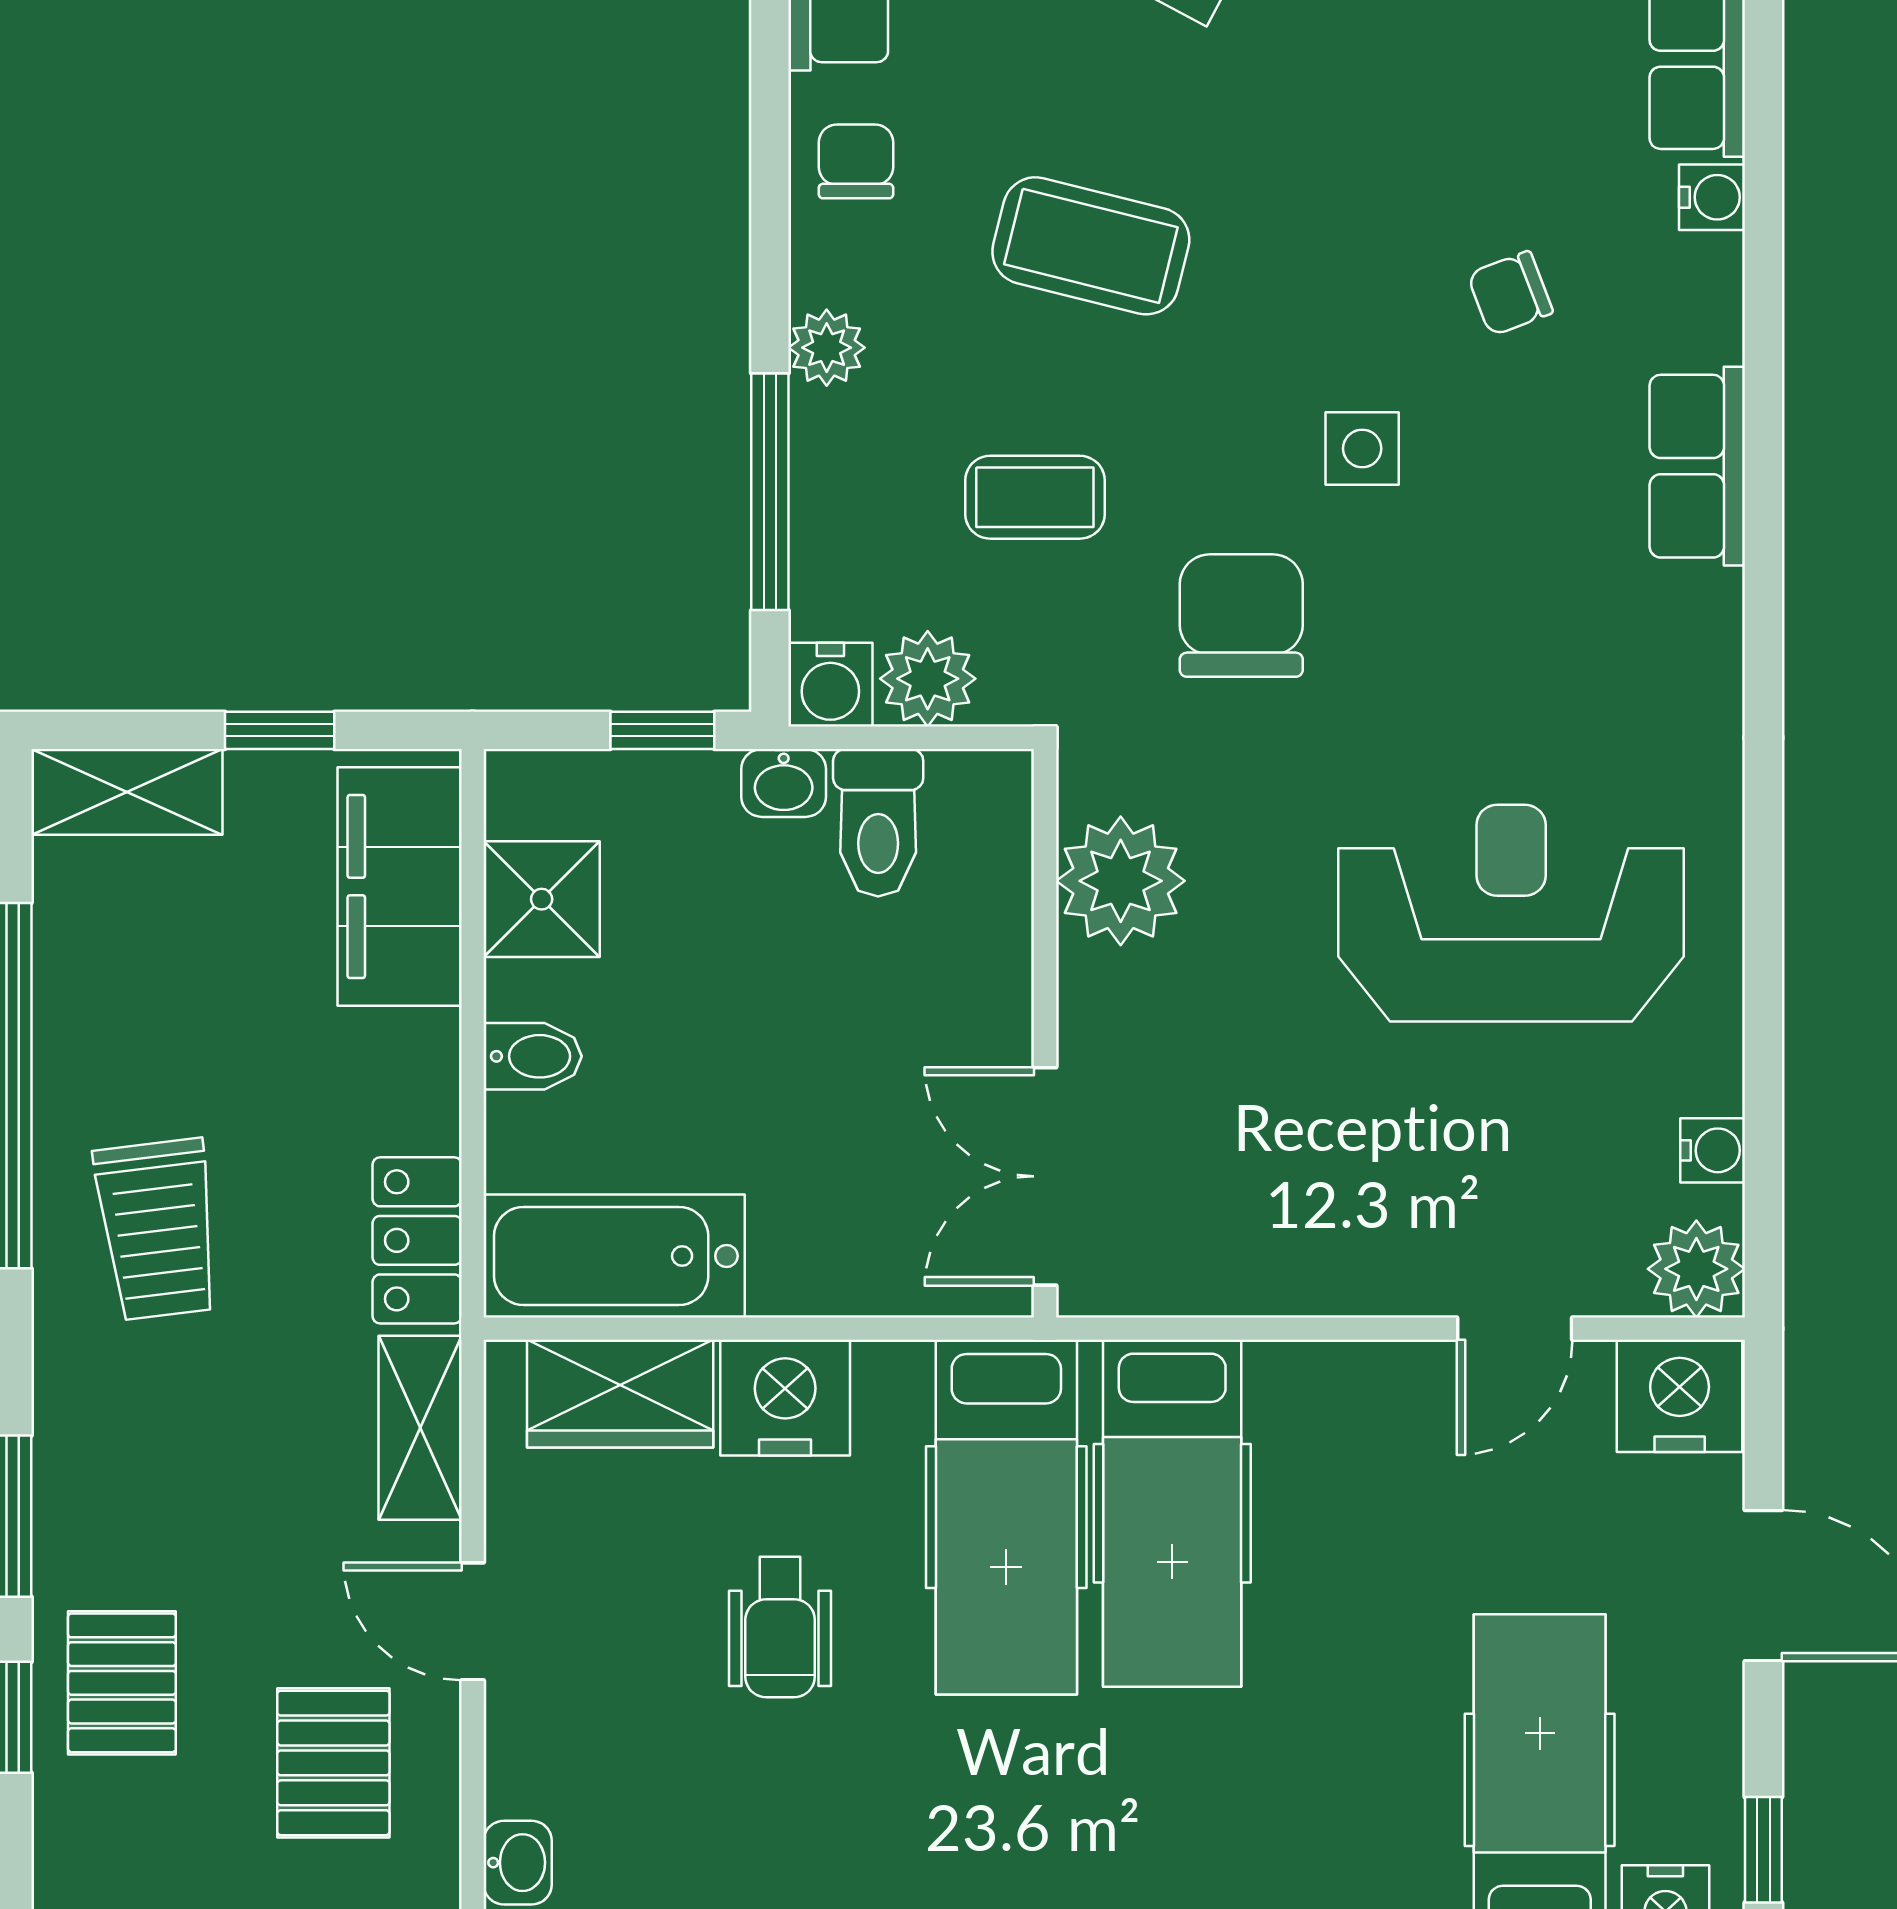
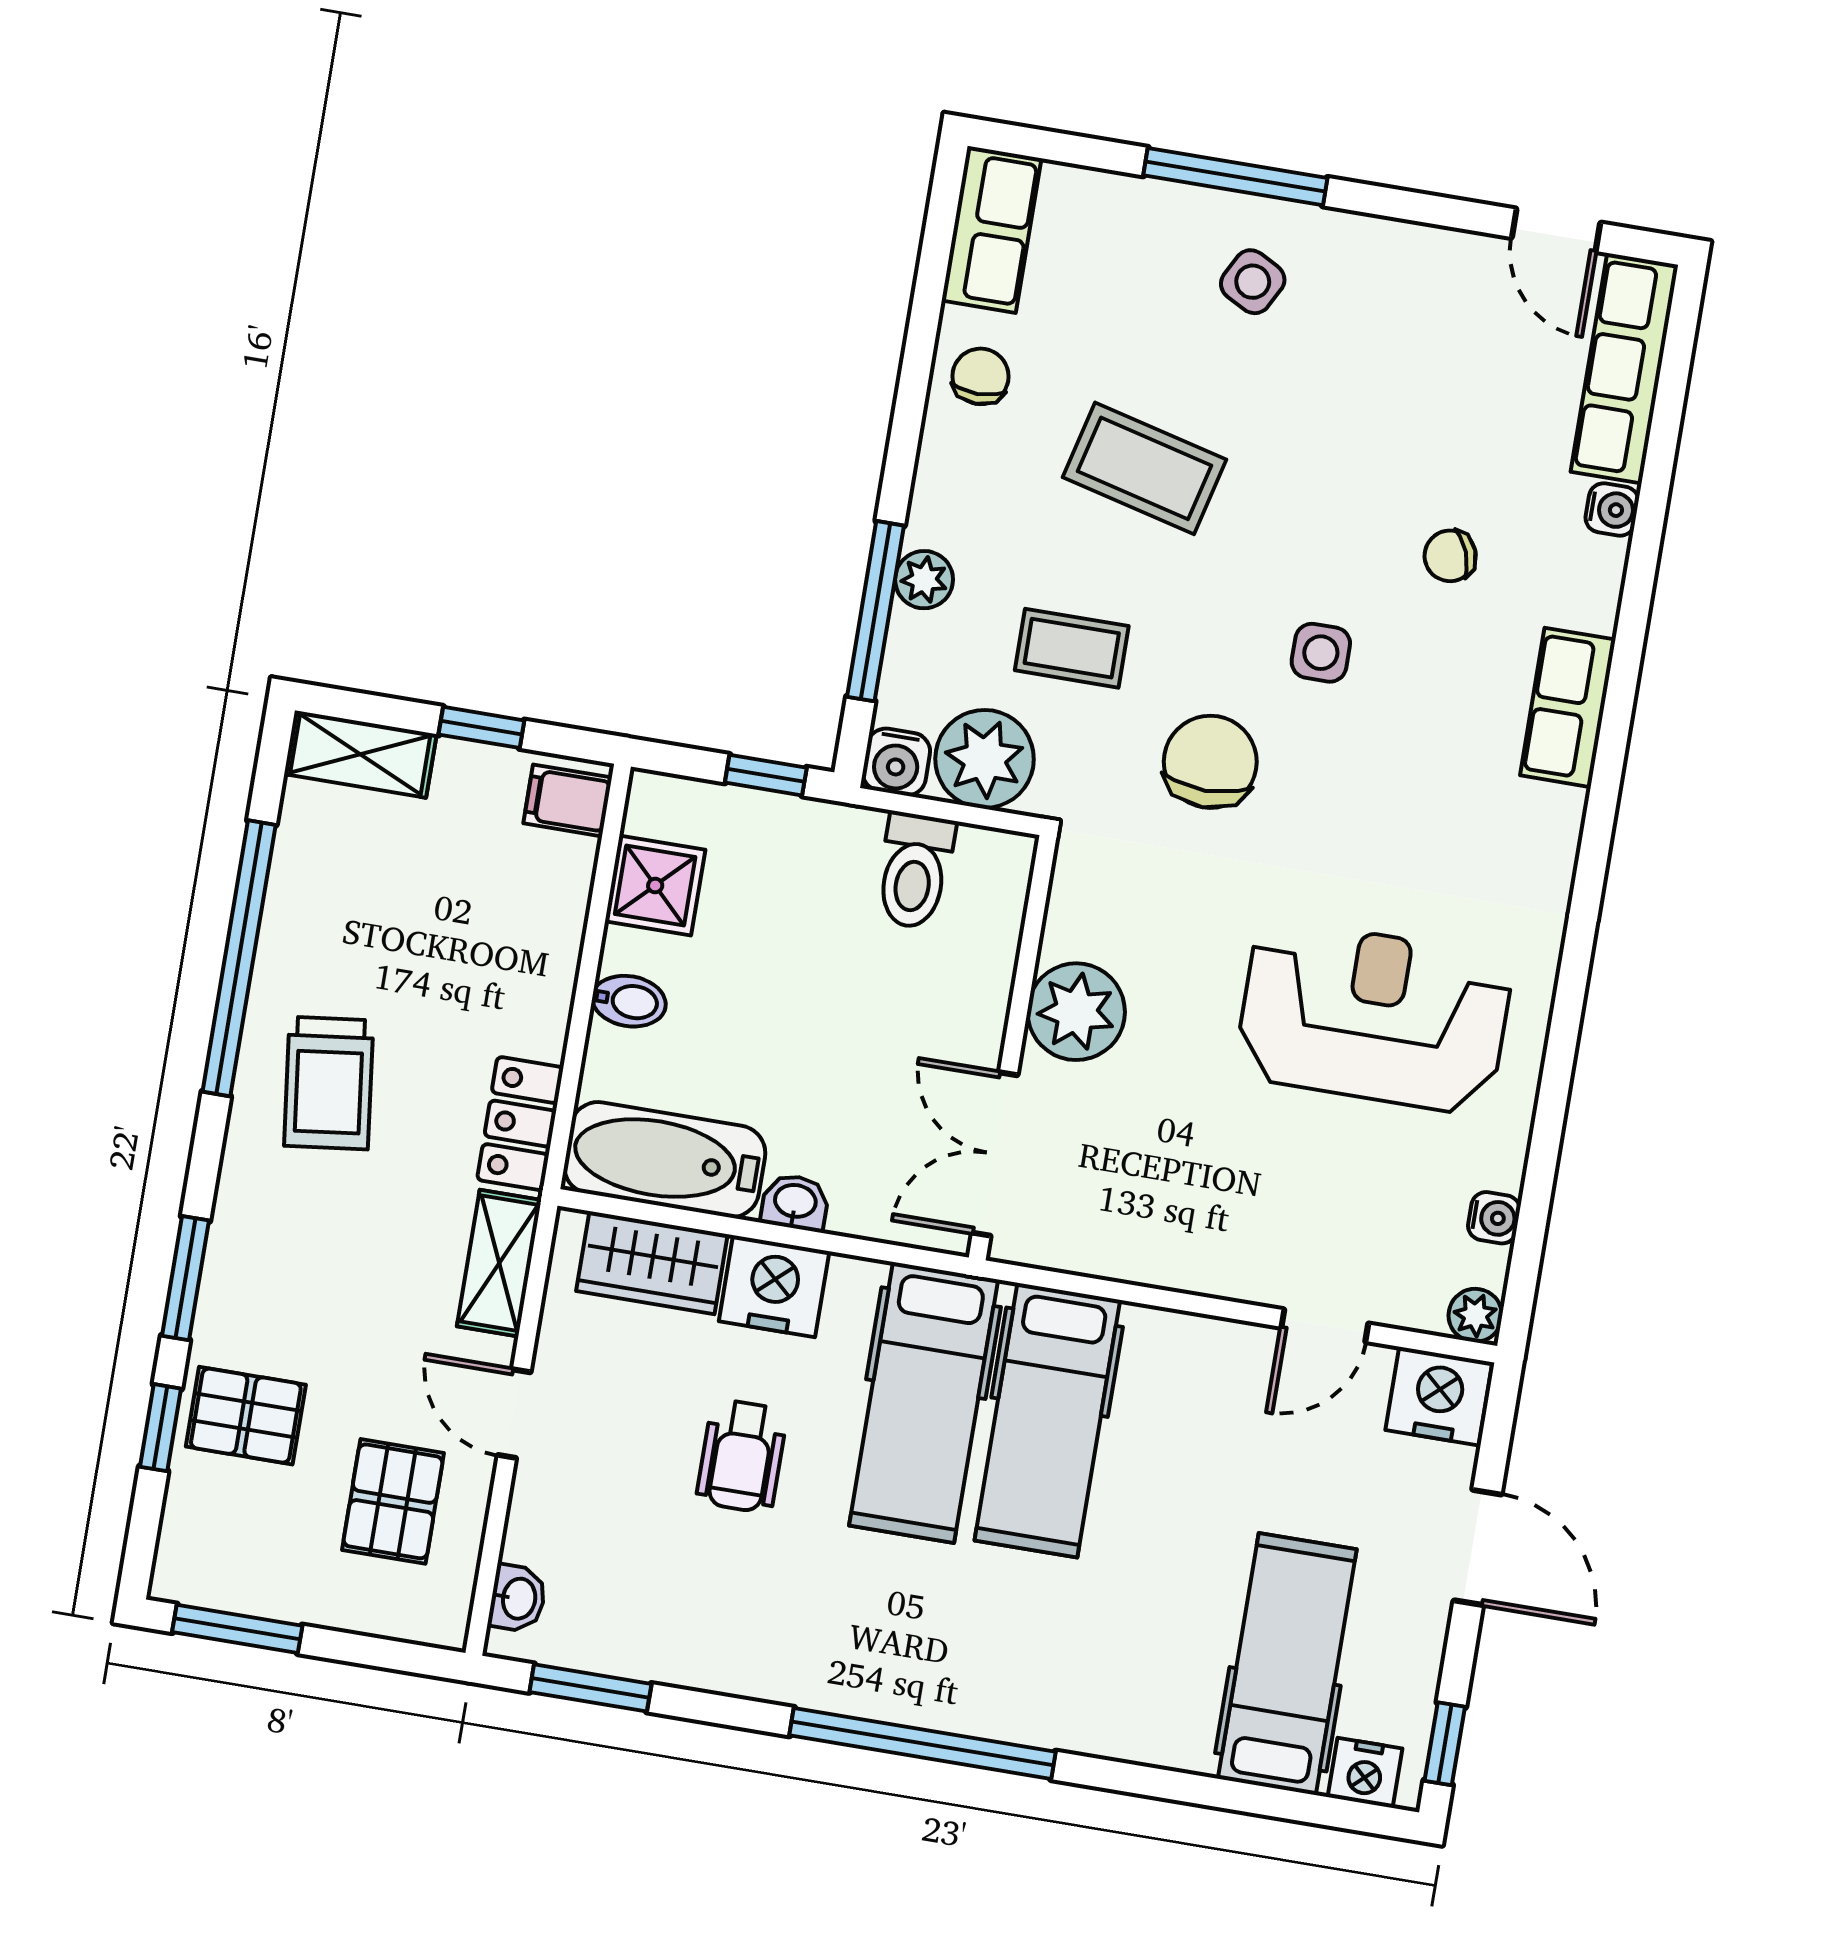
plant: (827, 348) -> (924, 580), moved
plant: (928, 679) -> (985, 759), width x1.36, depth x1.36
washbasin: (784, 783) -> (795, 1202), moved, turned 180
plant: (1121, 881) -> (1076, 1012), moved
filing cabinet: (400, 887) -> (568, 800), width x0.33, depth x0.86
plant: (1696, 1269) -> (1475, 1315), width x0.73, depth x0.73
pallet: (122, 1683) -> (246, 1416), turned 90

